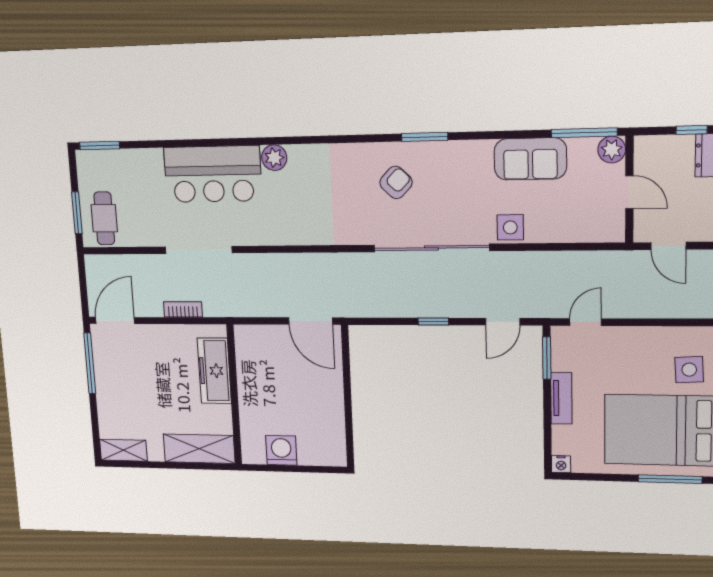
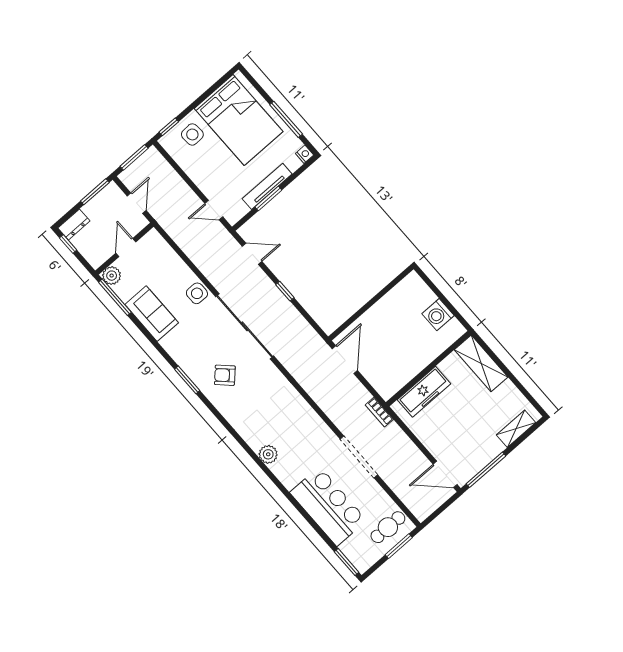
bar counter: (213, 174) -> (328, 506), moved
bookcase: (183, 309) -> (379, 412), moved
window: (547, 358) -> (268, 199), moved
tv unit: (561, 398) -> (267, 186), width x1.41
shelving: (123, 450) -> (516, 429), moved, turned 90
window: (670, 479) -> (286, 119), moved

